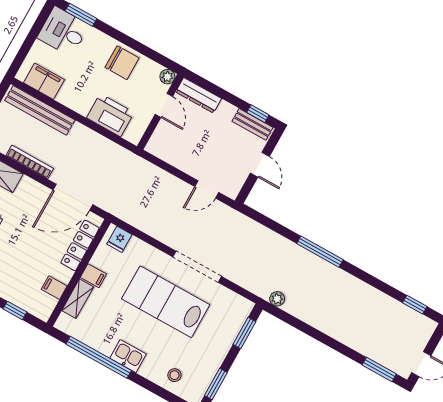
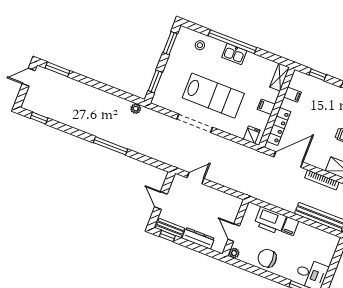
filing cabinet: (44, 81) -> (290, 226), moved, width x0.50
dresser: (199, 95) -> (198, 238), moved
shelving: (78, 299) -> (280, 77), moved
window: (99, 357) -> (232, 42), moved

